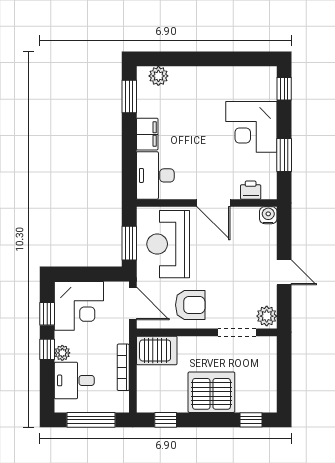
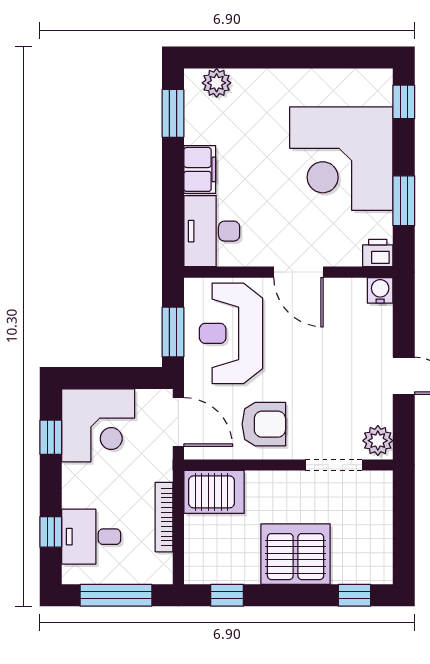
corner desk: (251, 127) -> (341, 159), width x1.36, depth x1.36
printer: (251, 190) -> (378, 253), moved
window: (47, 349) -> (51, 532), moved
plant: (62, 353) -> (73, 495), removed

